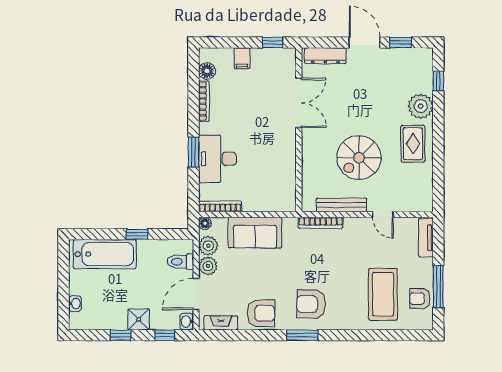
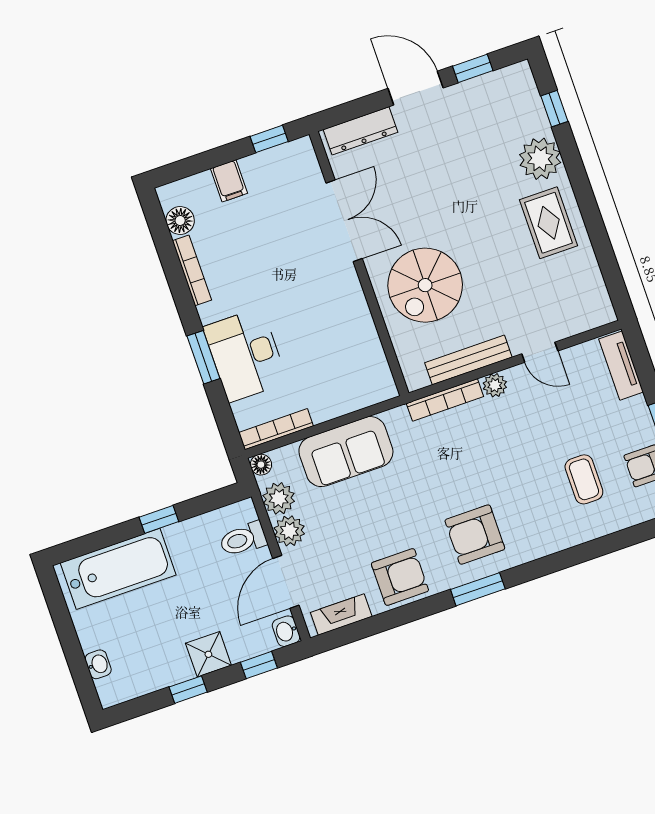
spiral stairs: (359, 158) -> (425, 285), moved
plant: (351, 224) -> (495, 385), added
coffee table: (383, 294) -> (584, 479), width x0.54, depth x0.58

